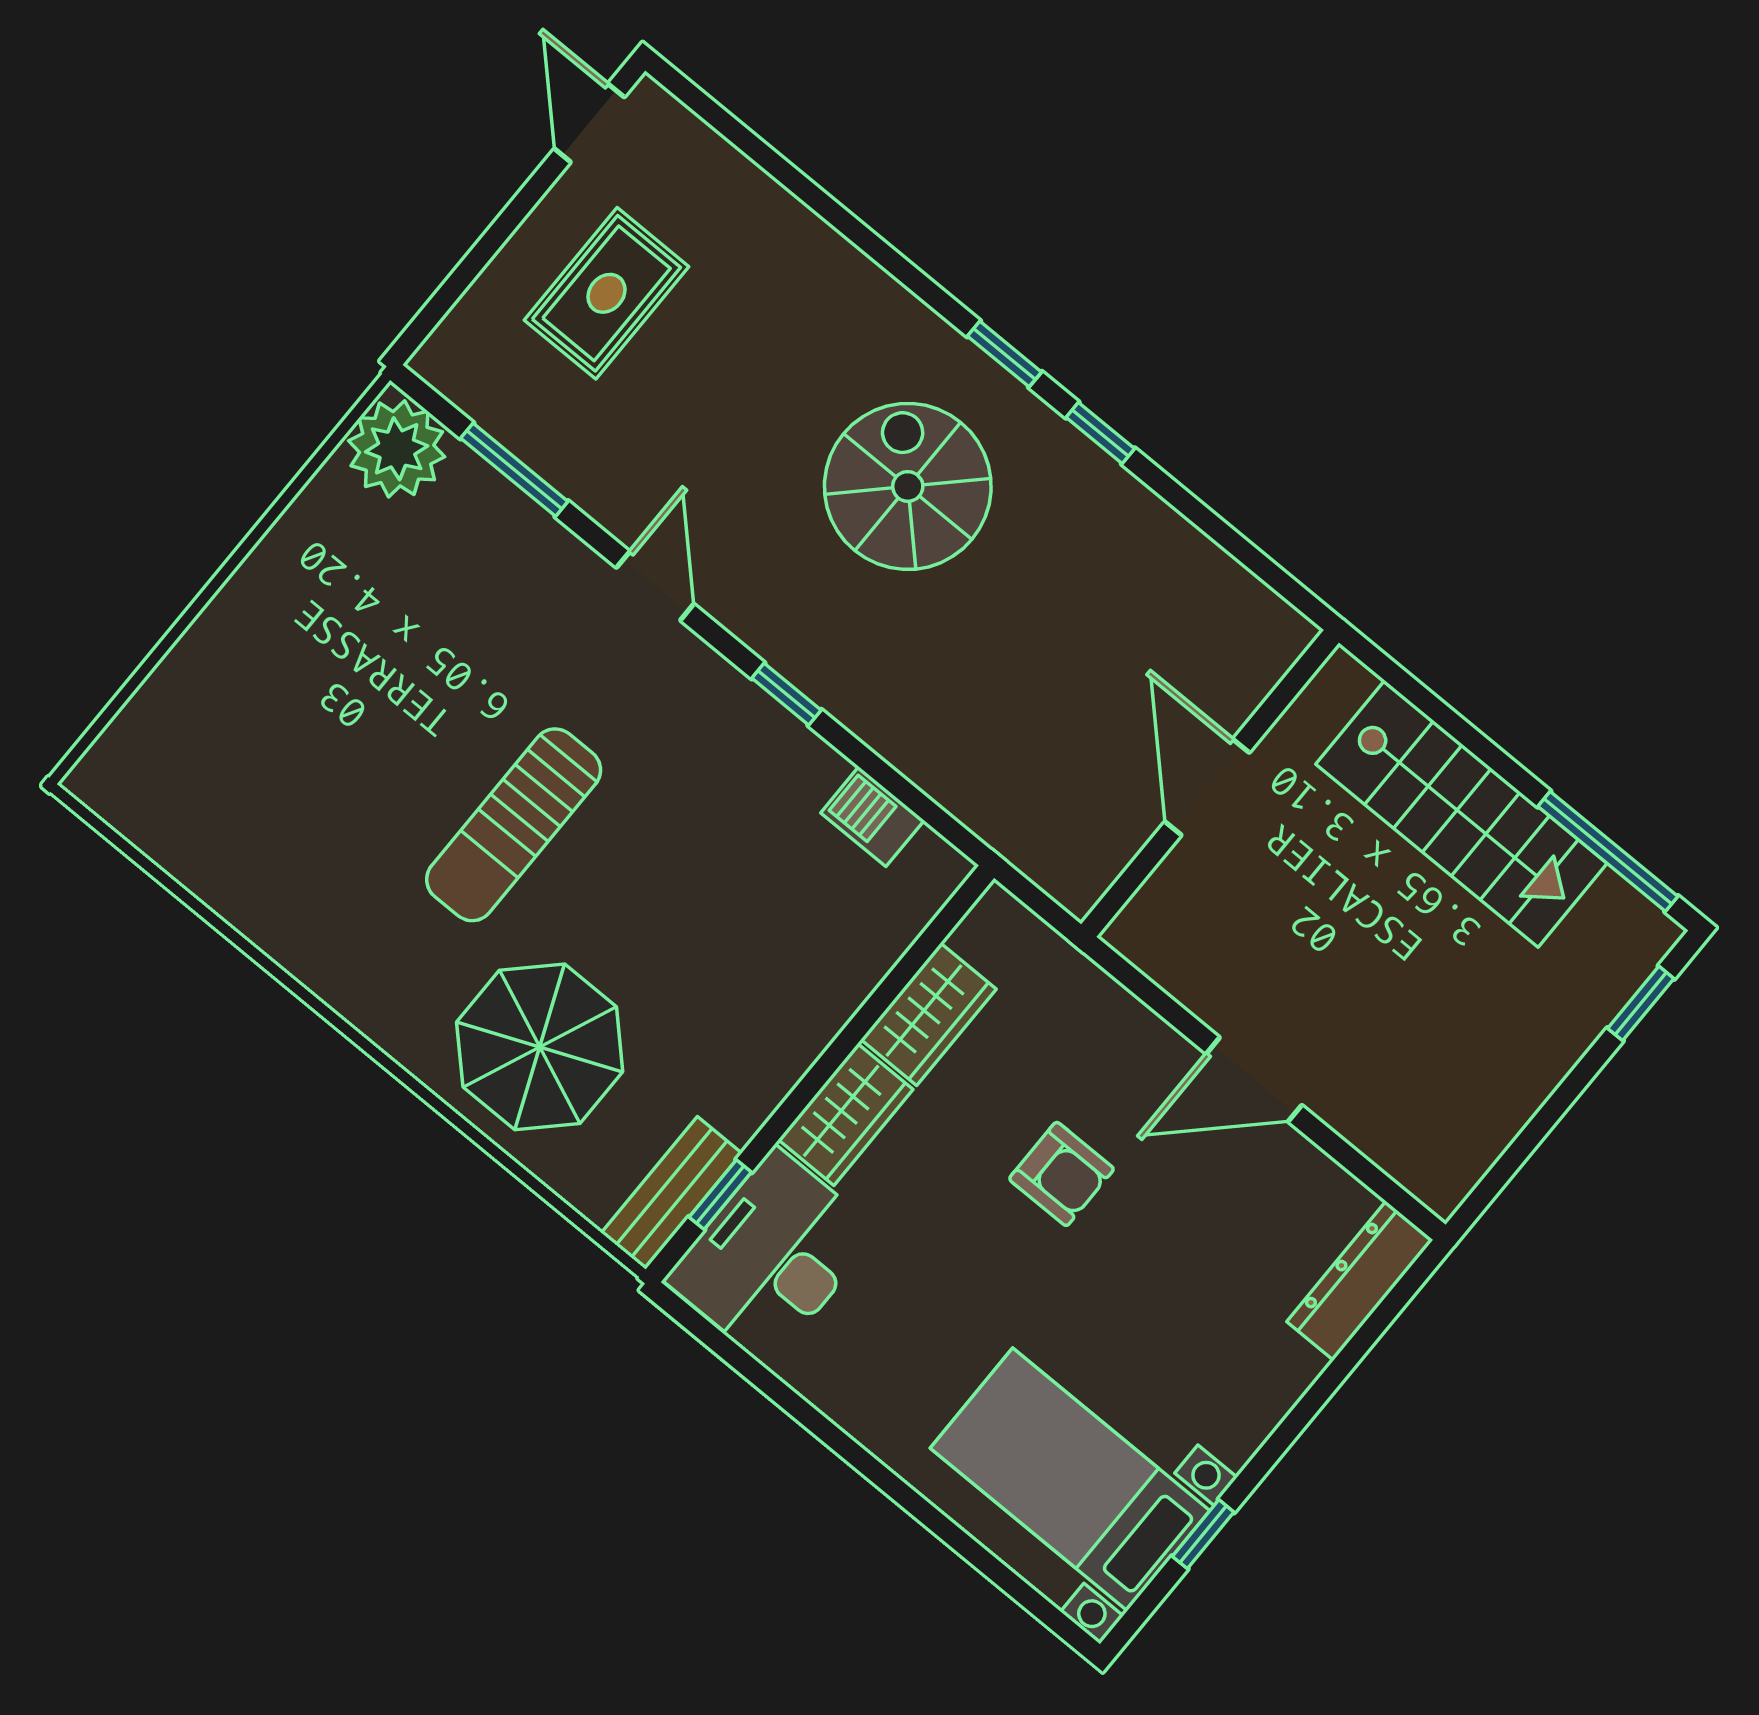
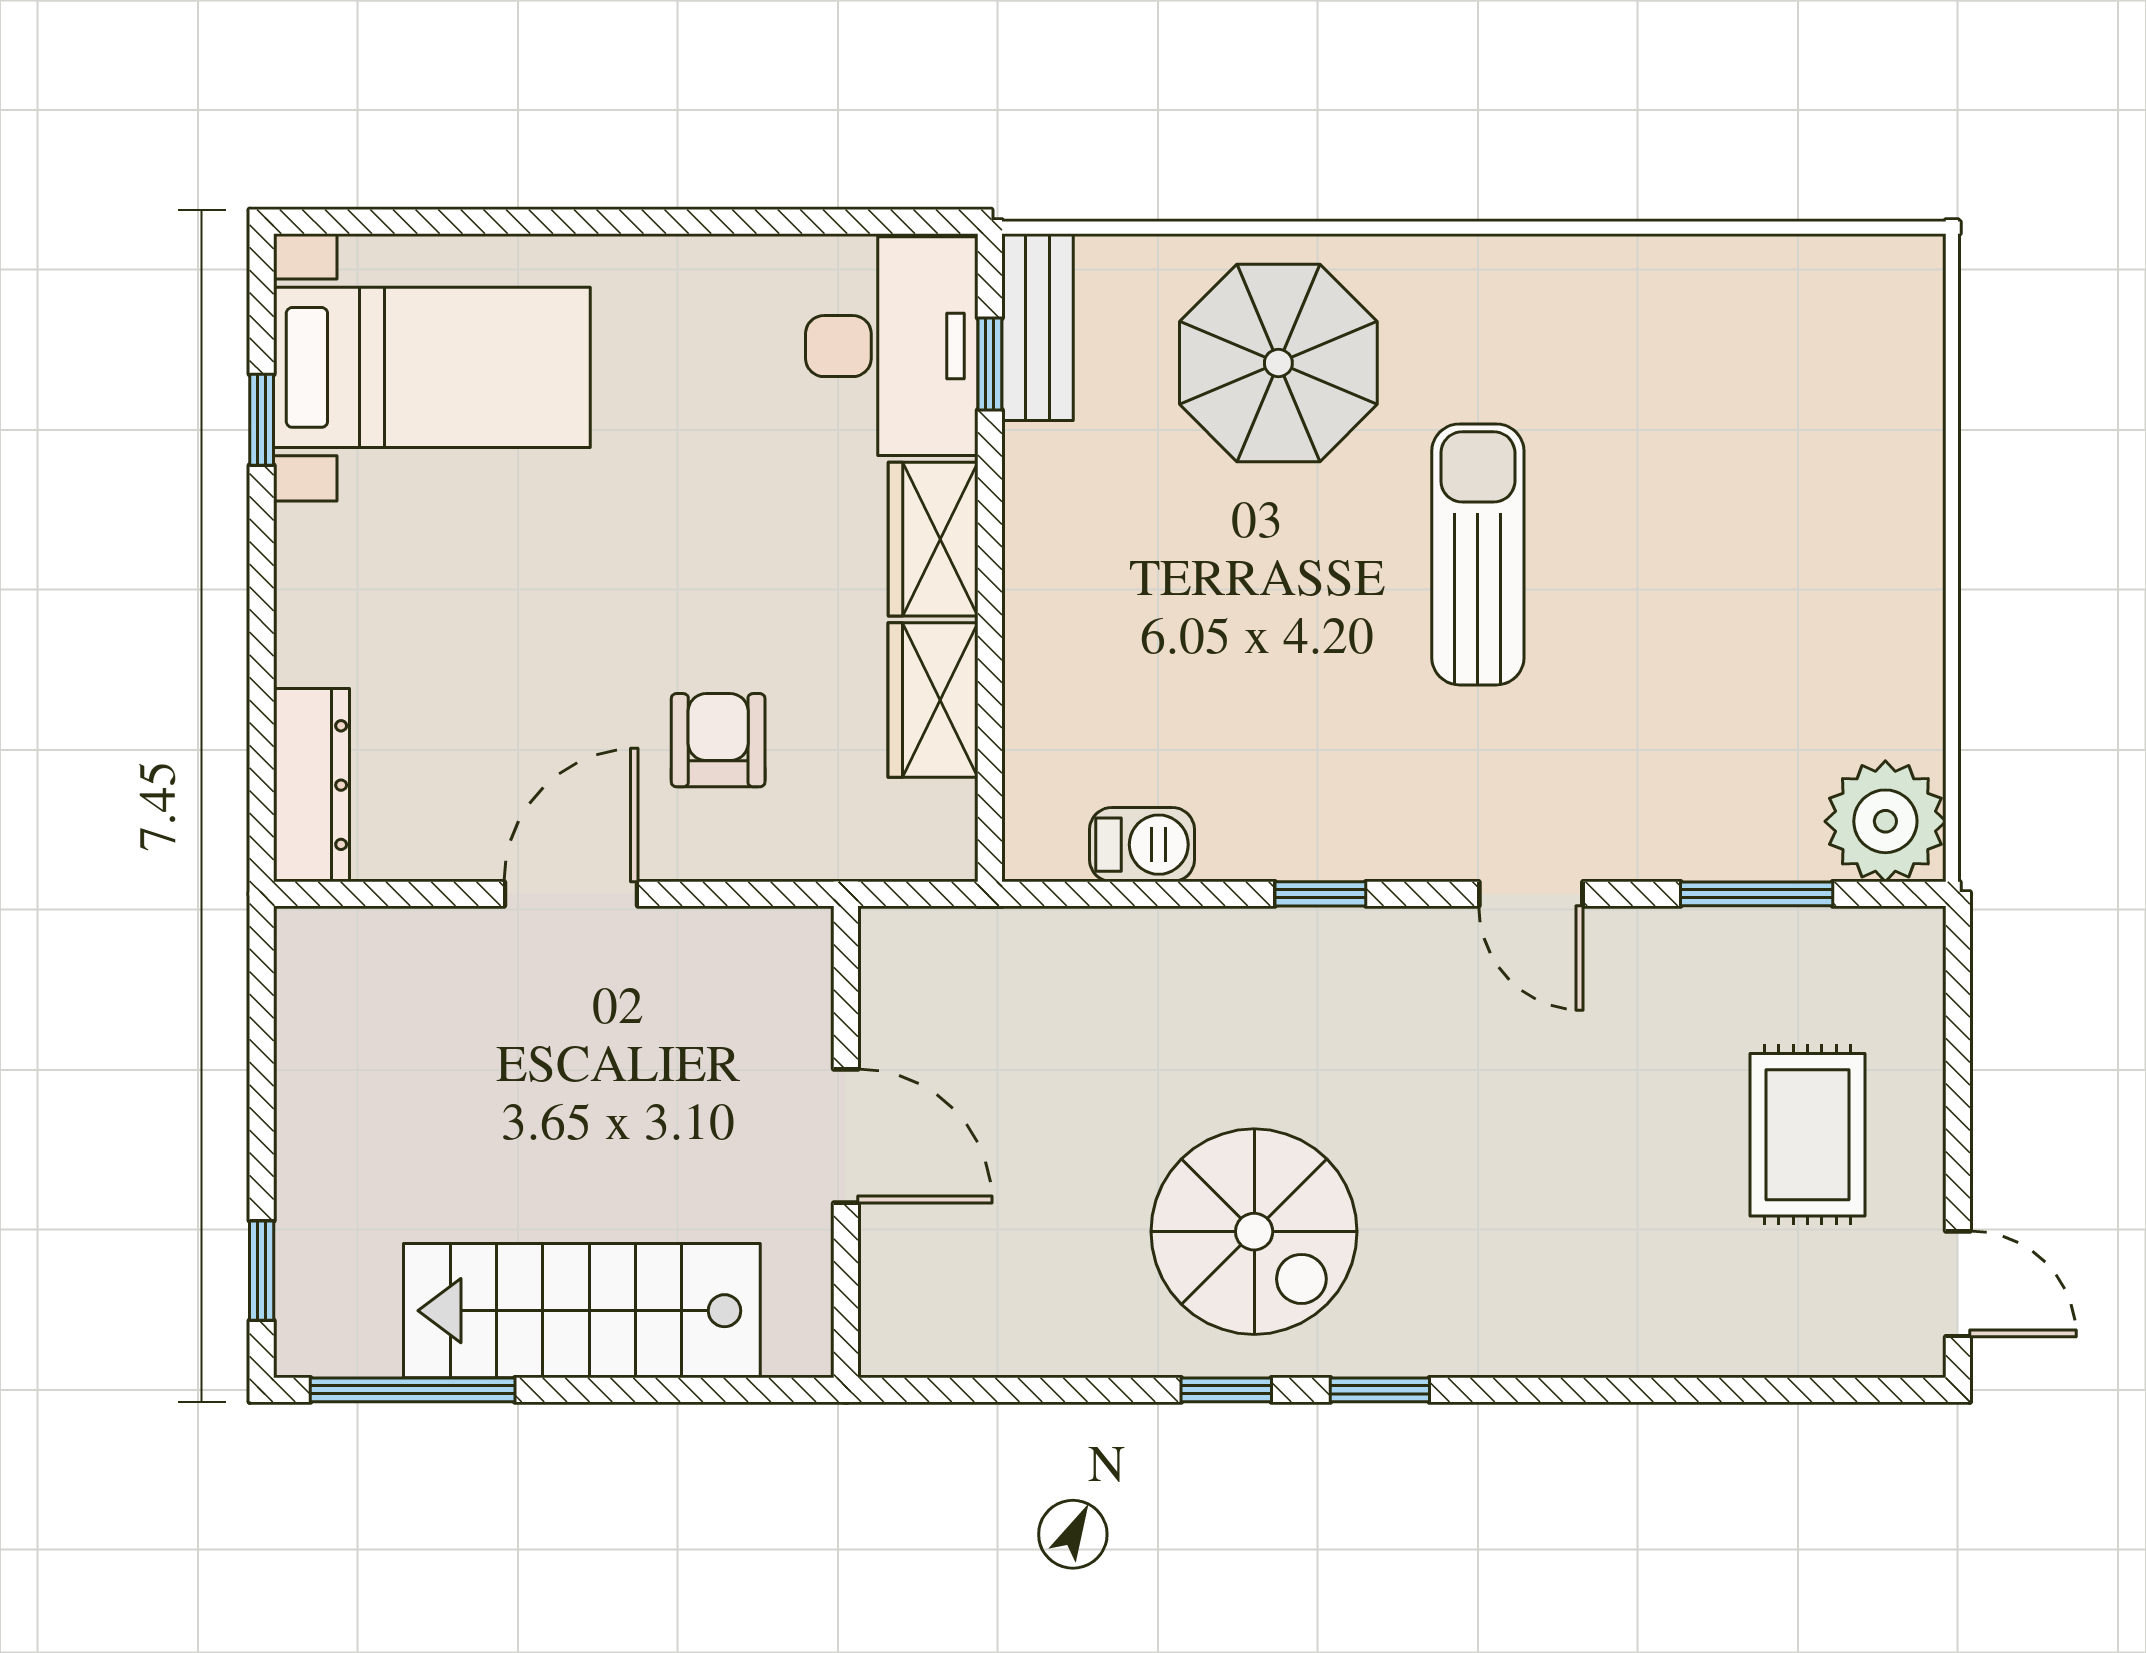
spiral stairs: (908, 486) -> (1254, 1232), moved
armchair: (1061, 1174) -> (718, 740), moved, turned 90

